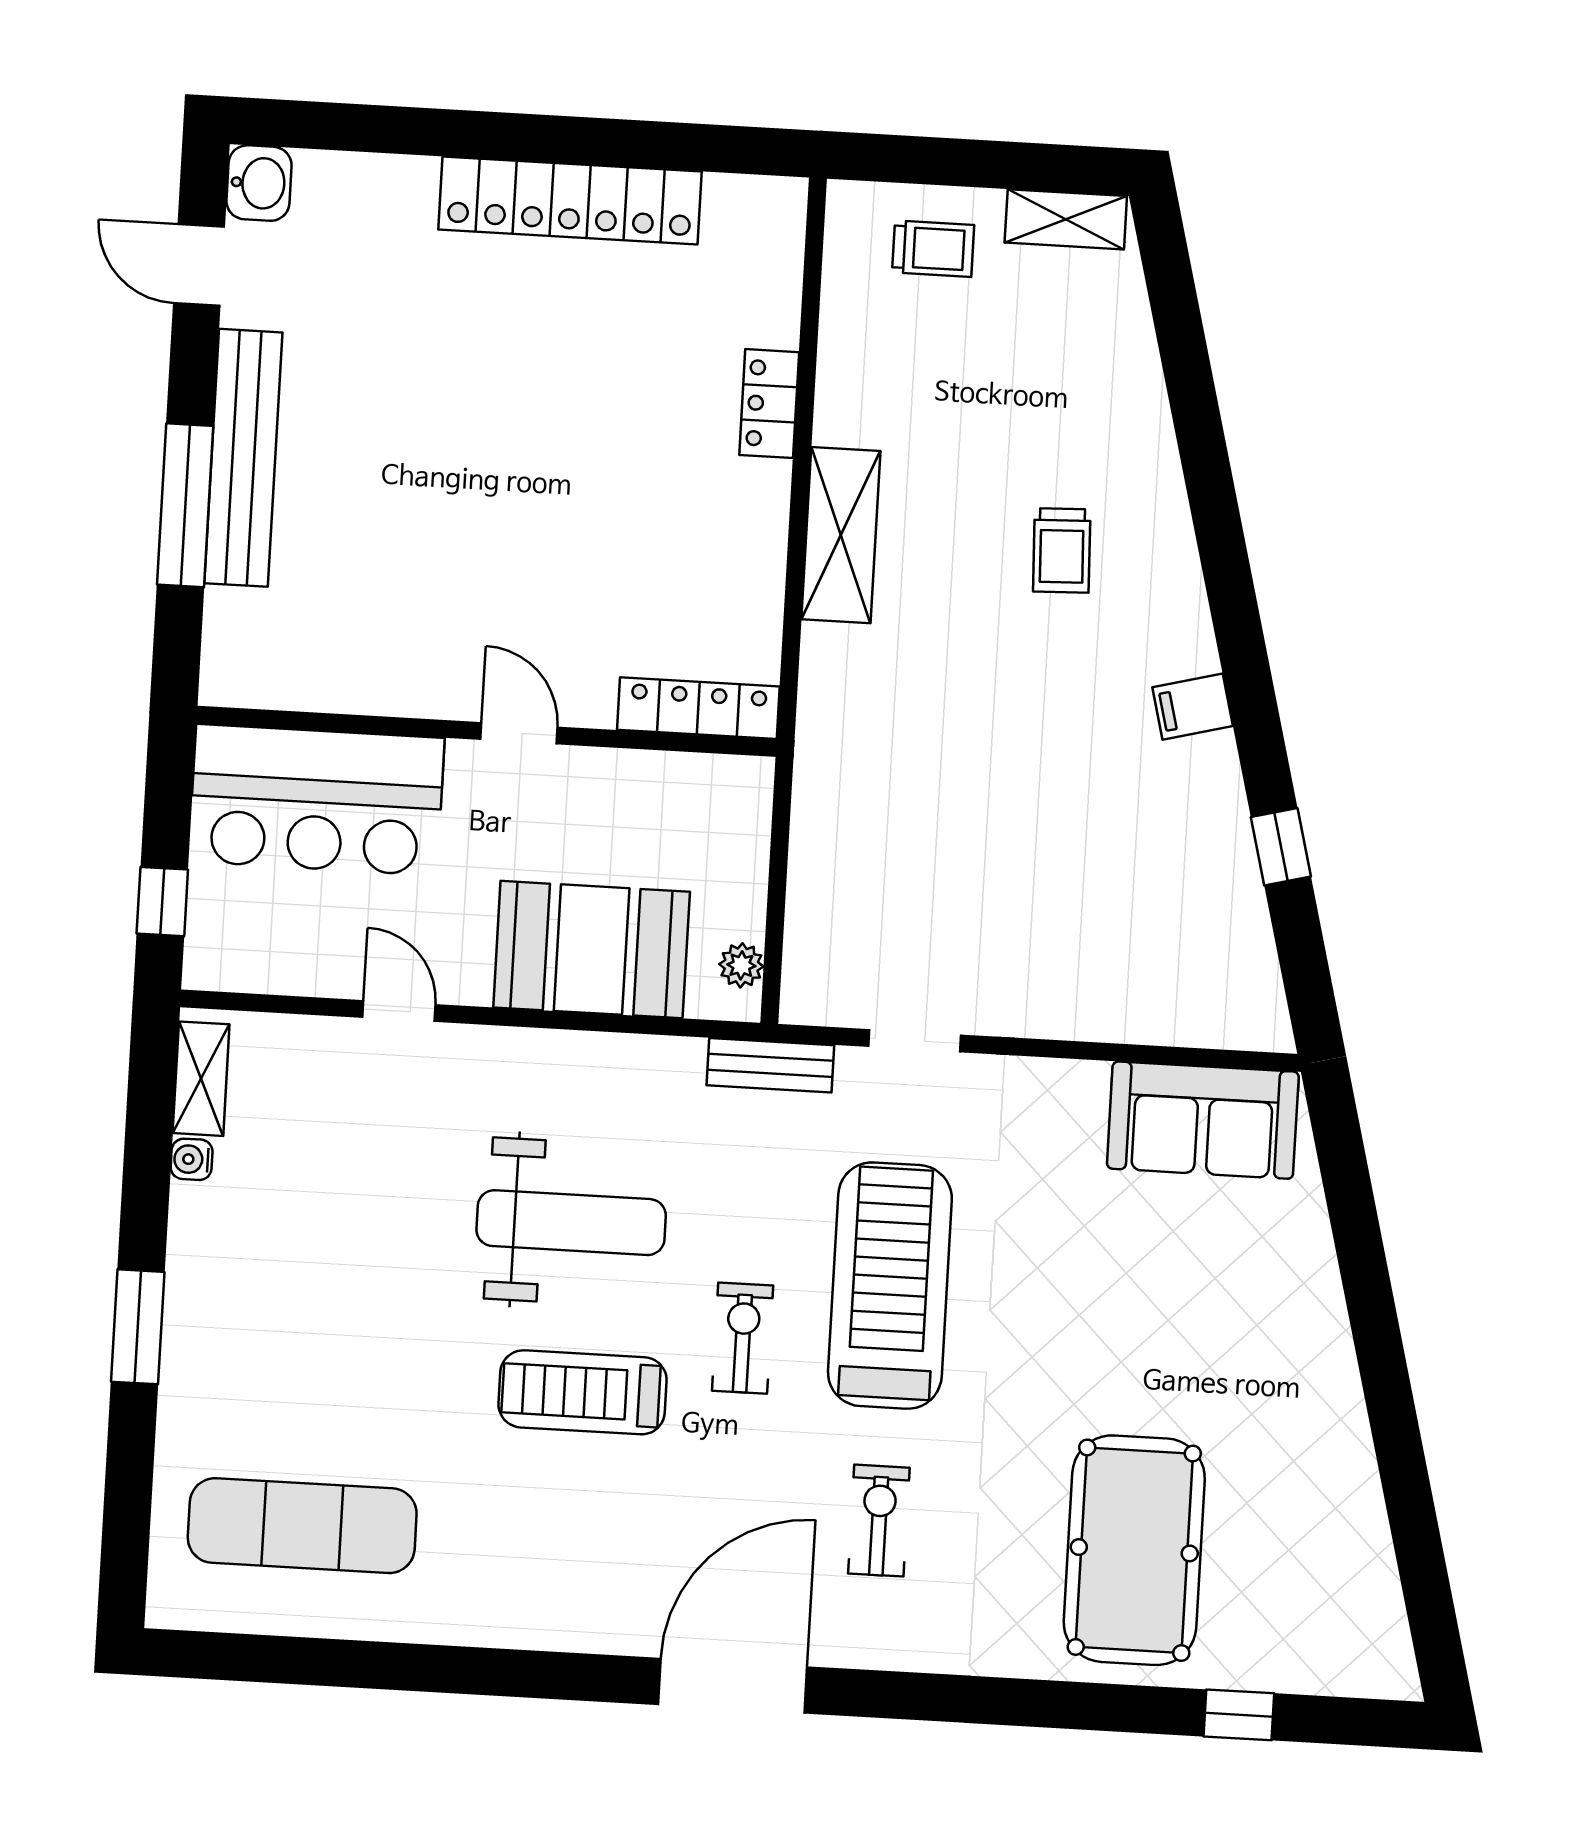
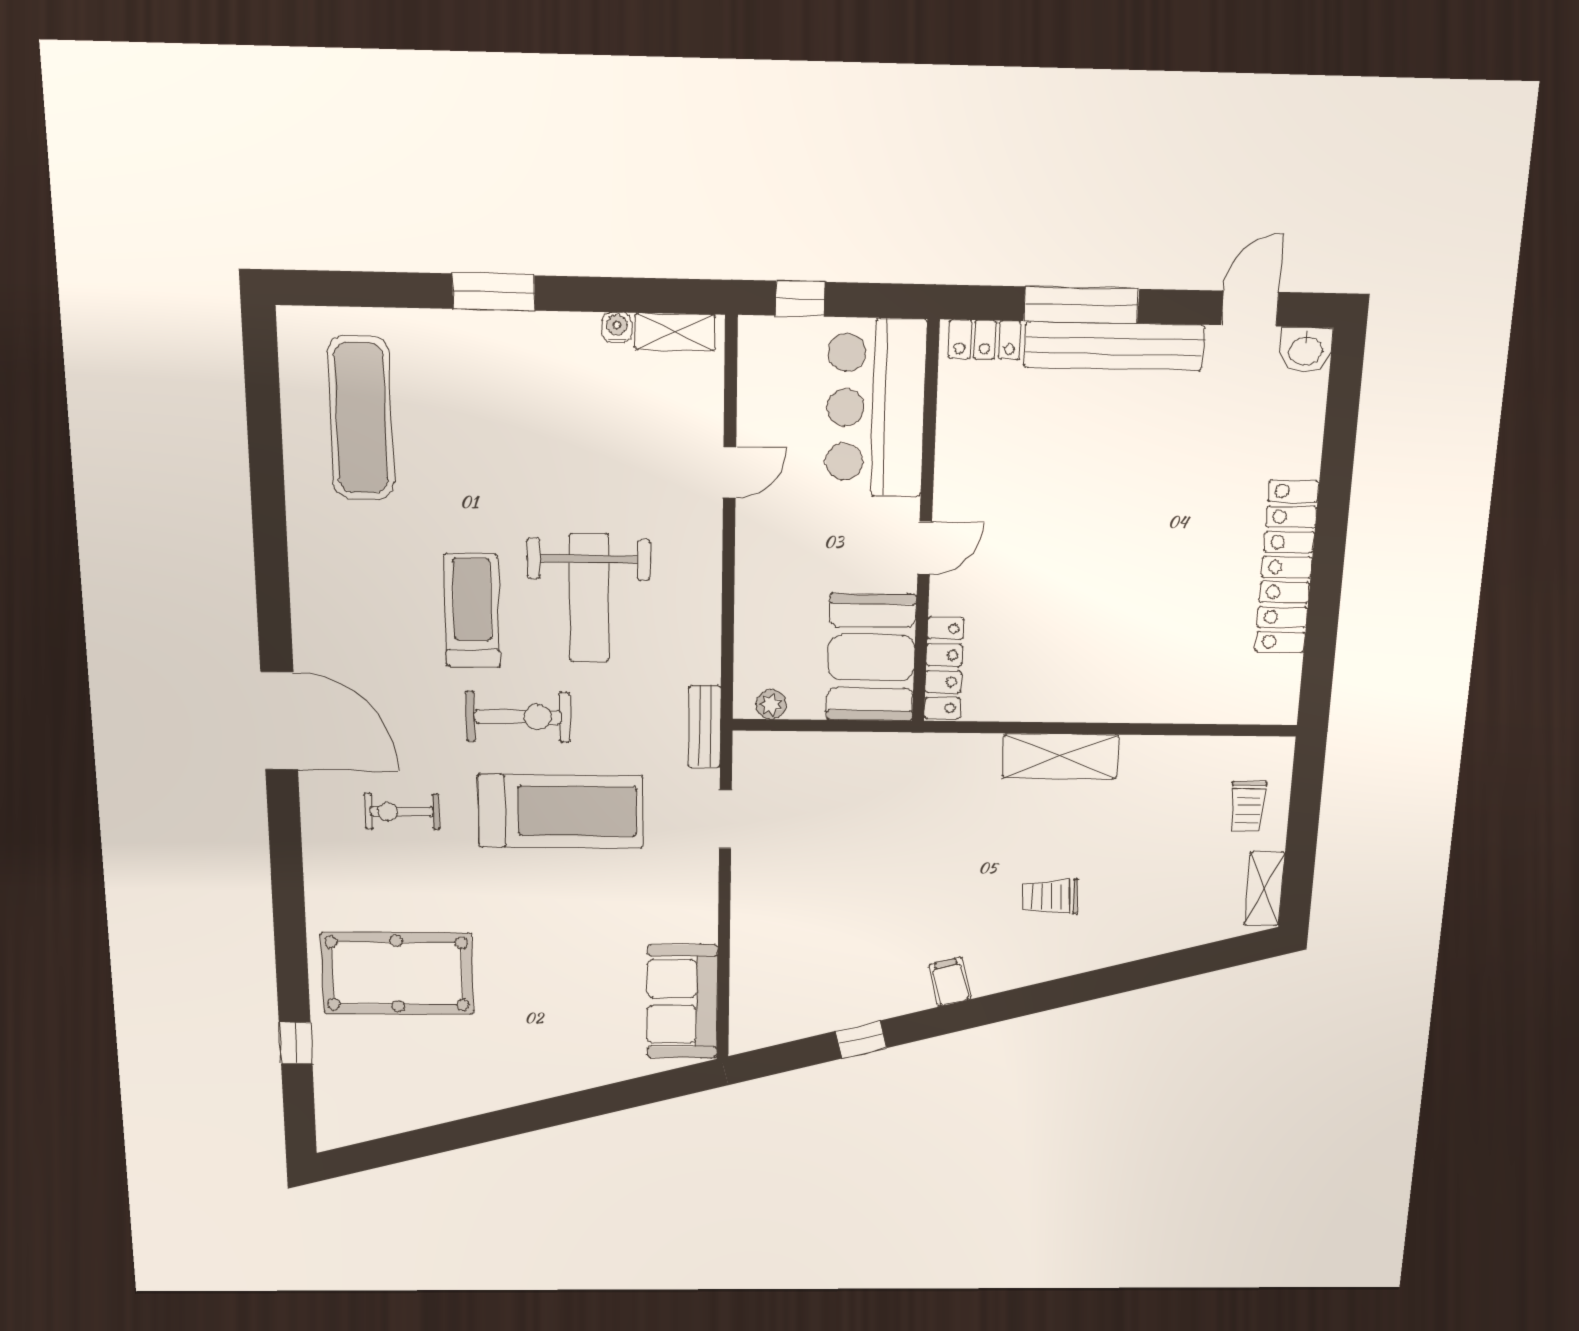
locker: (769, 404) -> (985, 340), moved, turned 180
booth: (592, 950) -> (871, 658), moved
exercise bike: (743, 1338) -> (518, 717), width x1.38, depth x1.39
exercise bike: (879, 1521) -> (402, 811), turned 180

